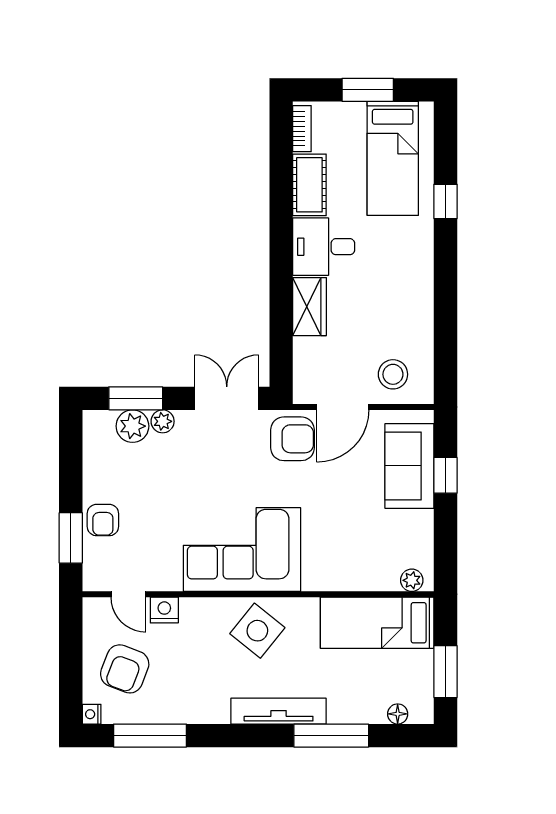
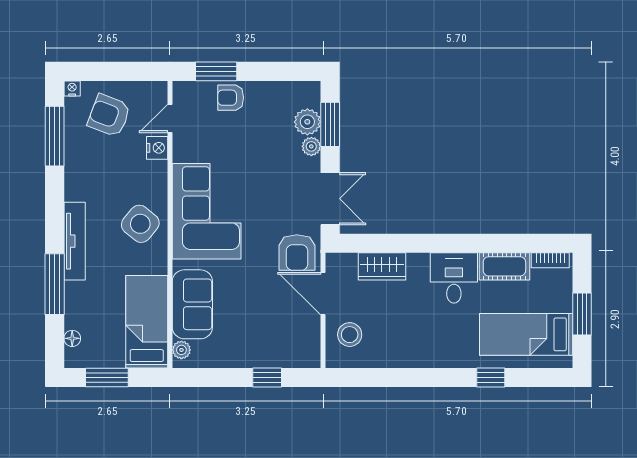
wardrobe: (310, 307) -> (382, 266), moved
sofa: (409, 466) -> (192, 304), moved, turned 90

